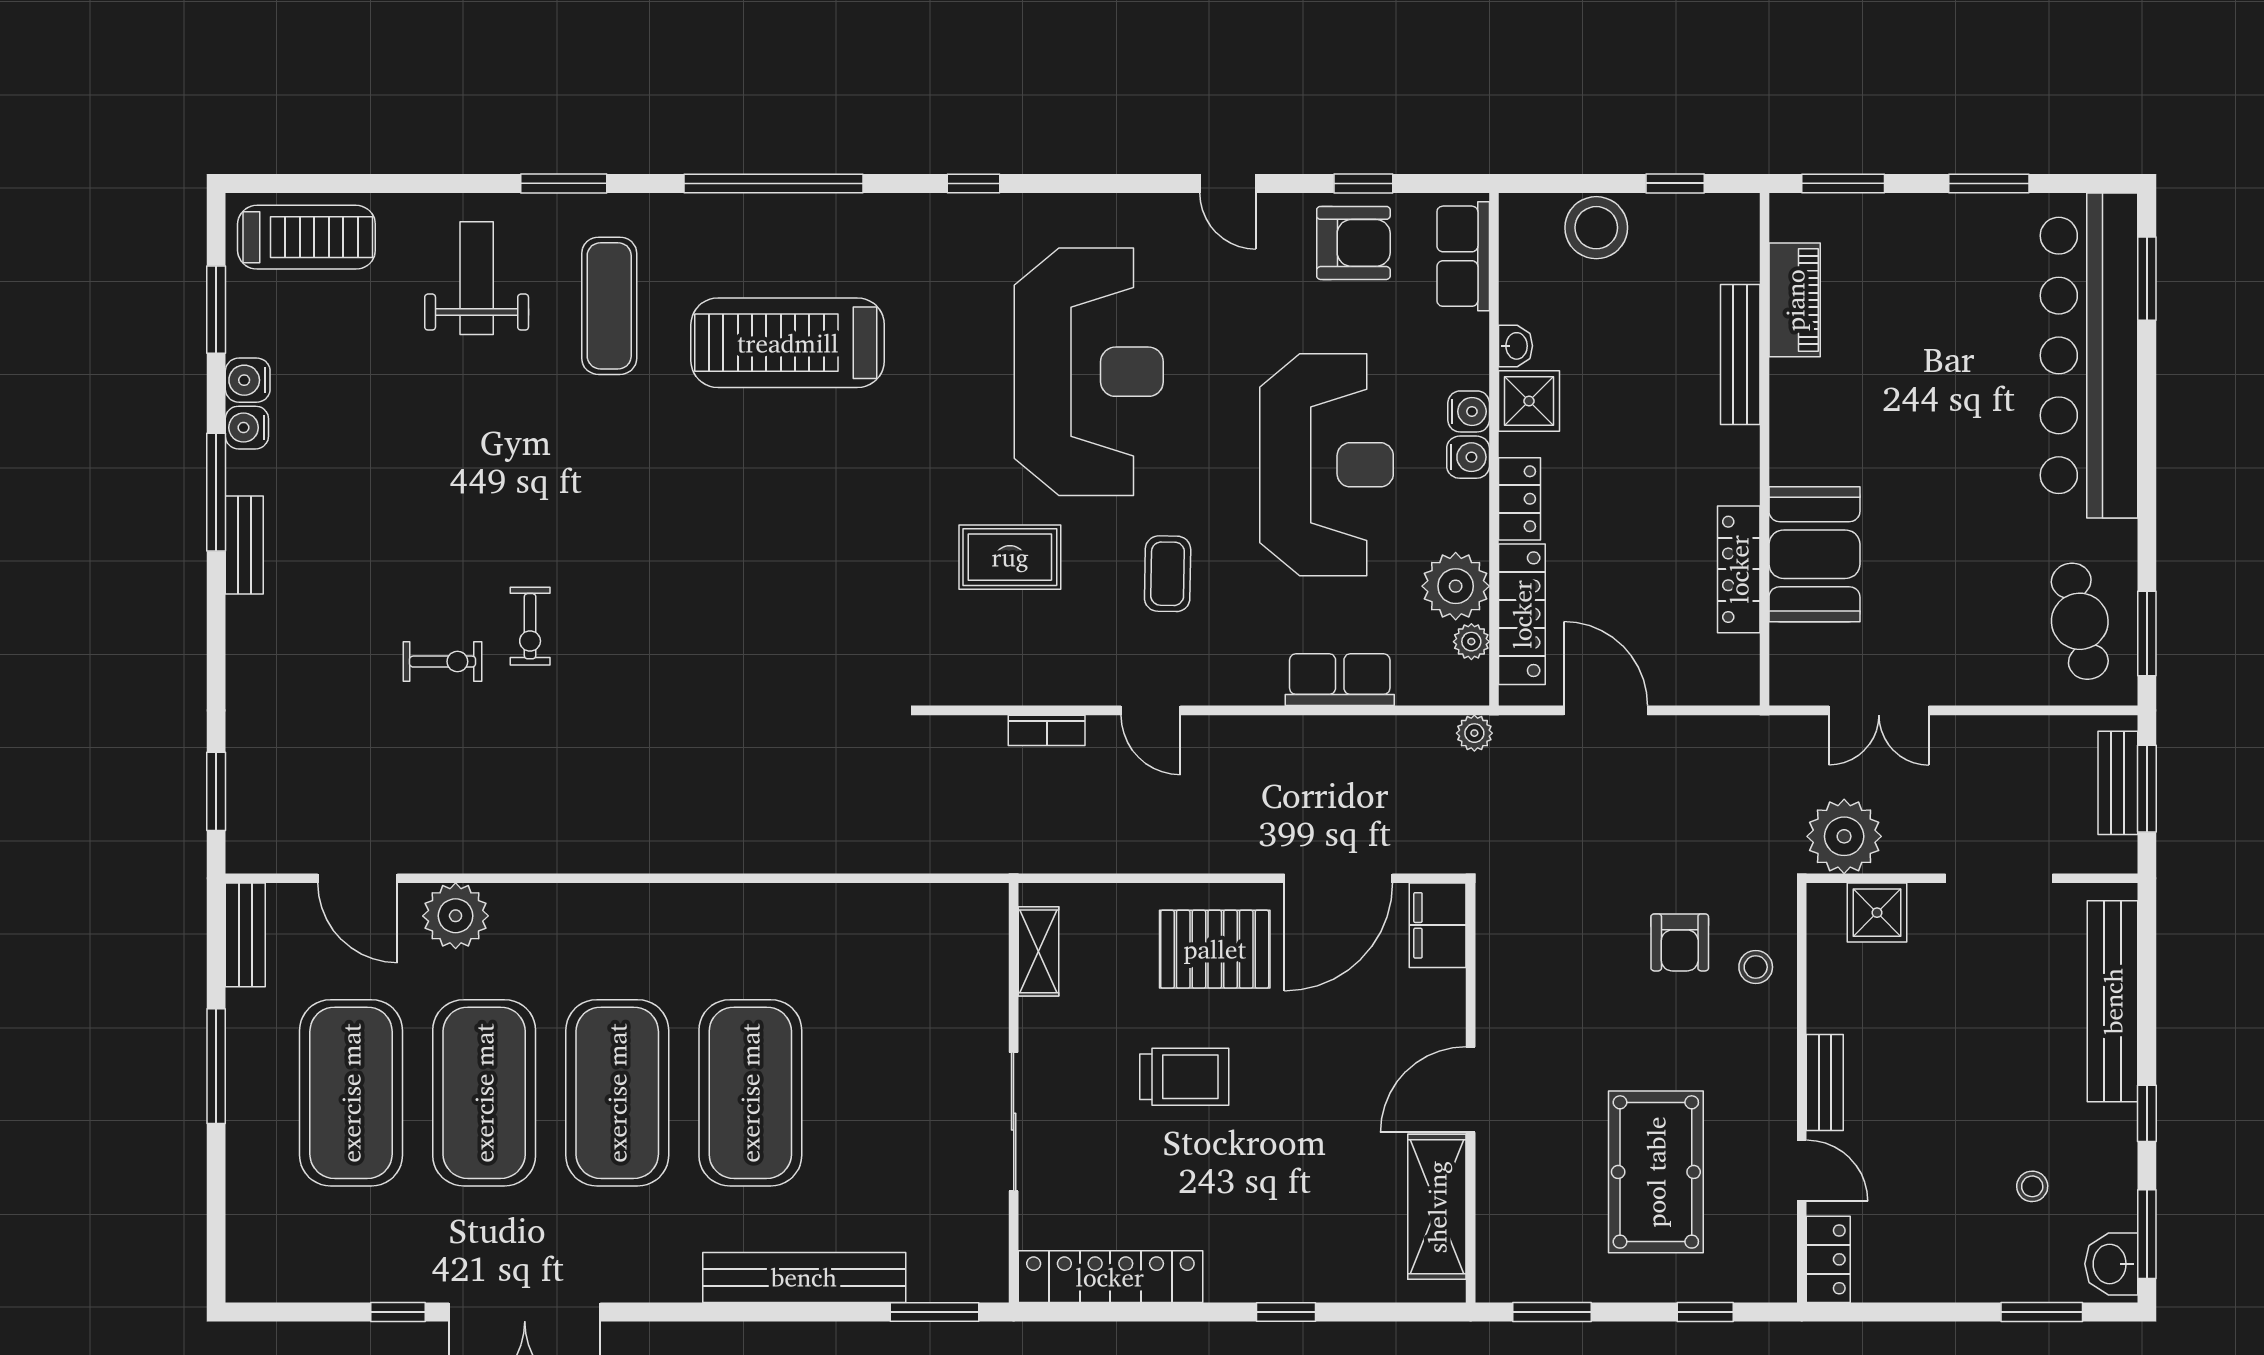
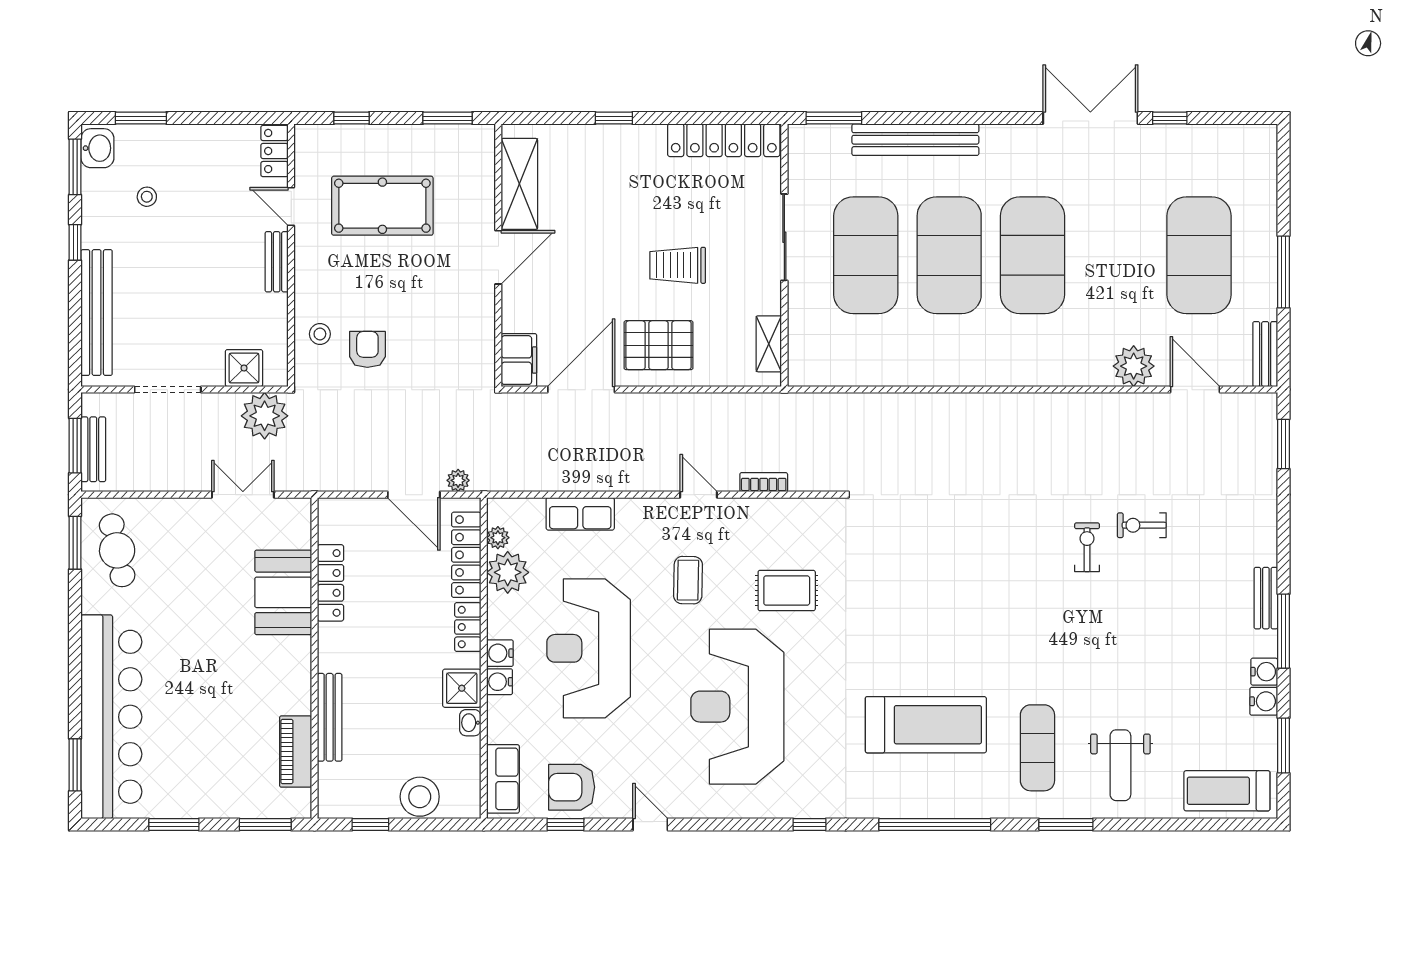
plant: (1474, 733) -> (458, 480), moved
exercise mat: (484, 1093) -> (866, 255), moved
pool table: (1656, 1172) -> (382, 206), turned 90

